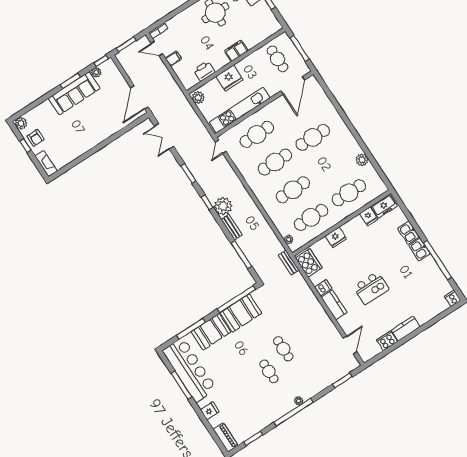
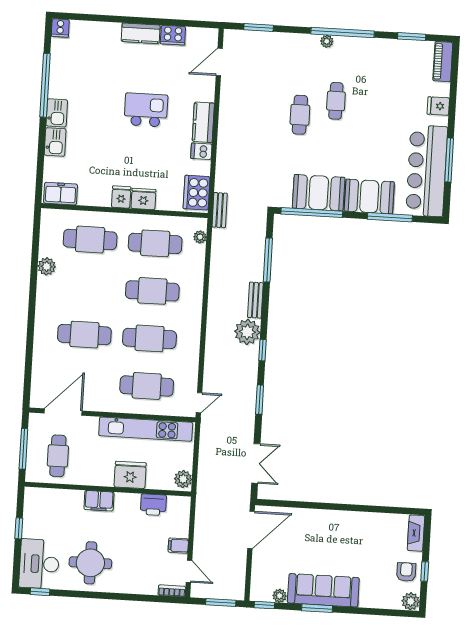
fridge: (369, 216) -> (121, 197), moved

